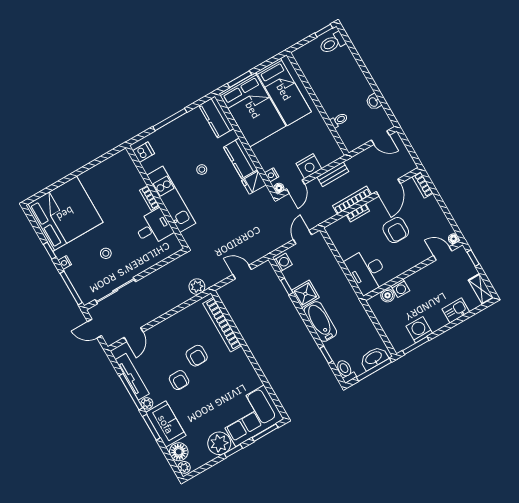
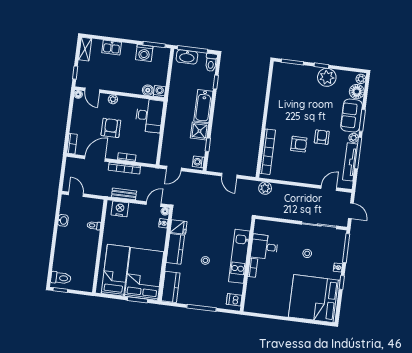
nightstand: (309, 166) -> (120, 209), moved
plant: (415, 260) -> (113, 99), added
washing machine: (400, 288) -> (160, 91), moved
armchair: (197, 356) -> (299, 144), turned 90
corner sofa: (250, 416) -> (294, 80), removed

